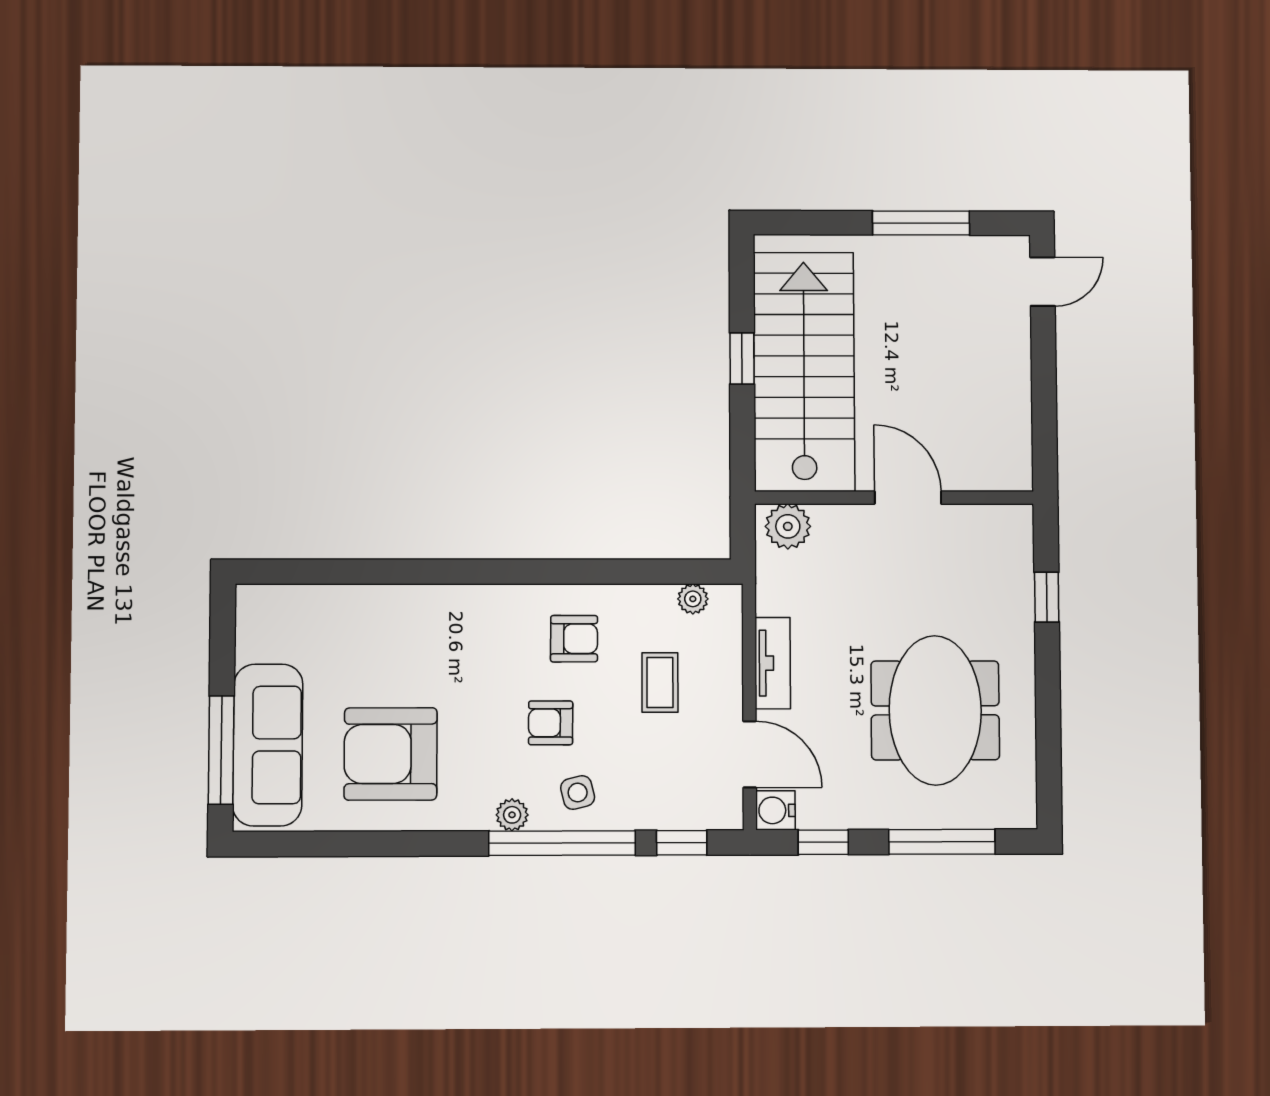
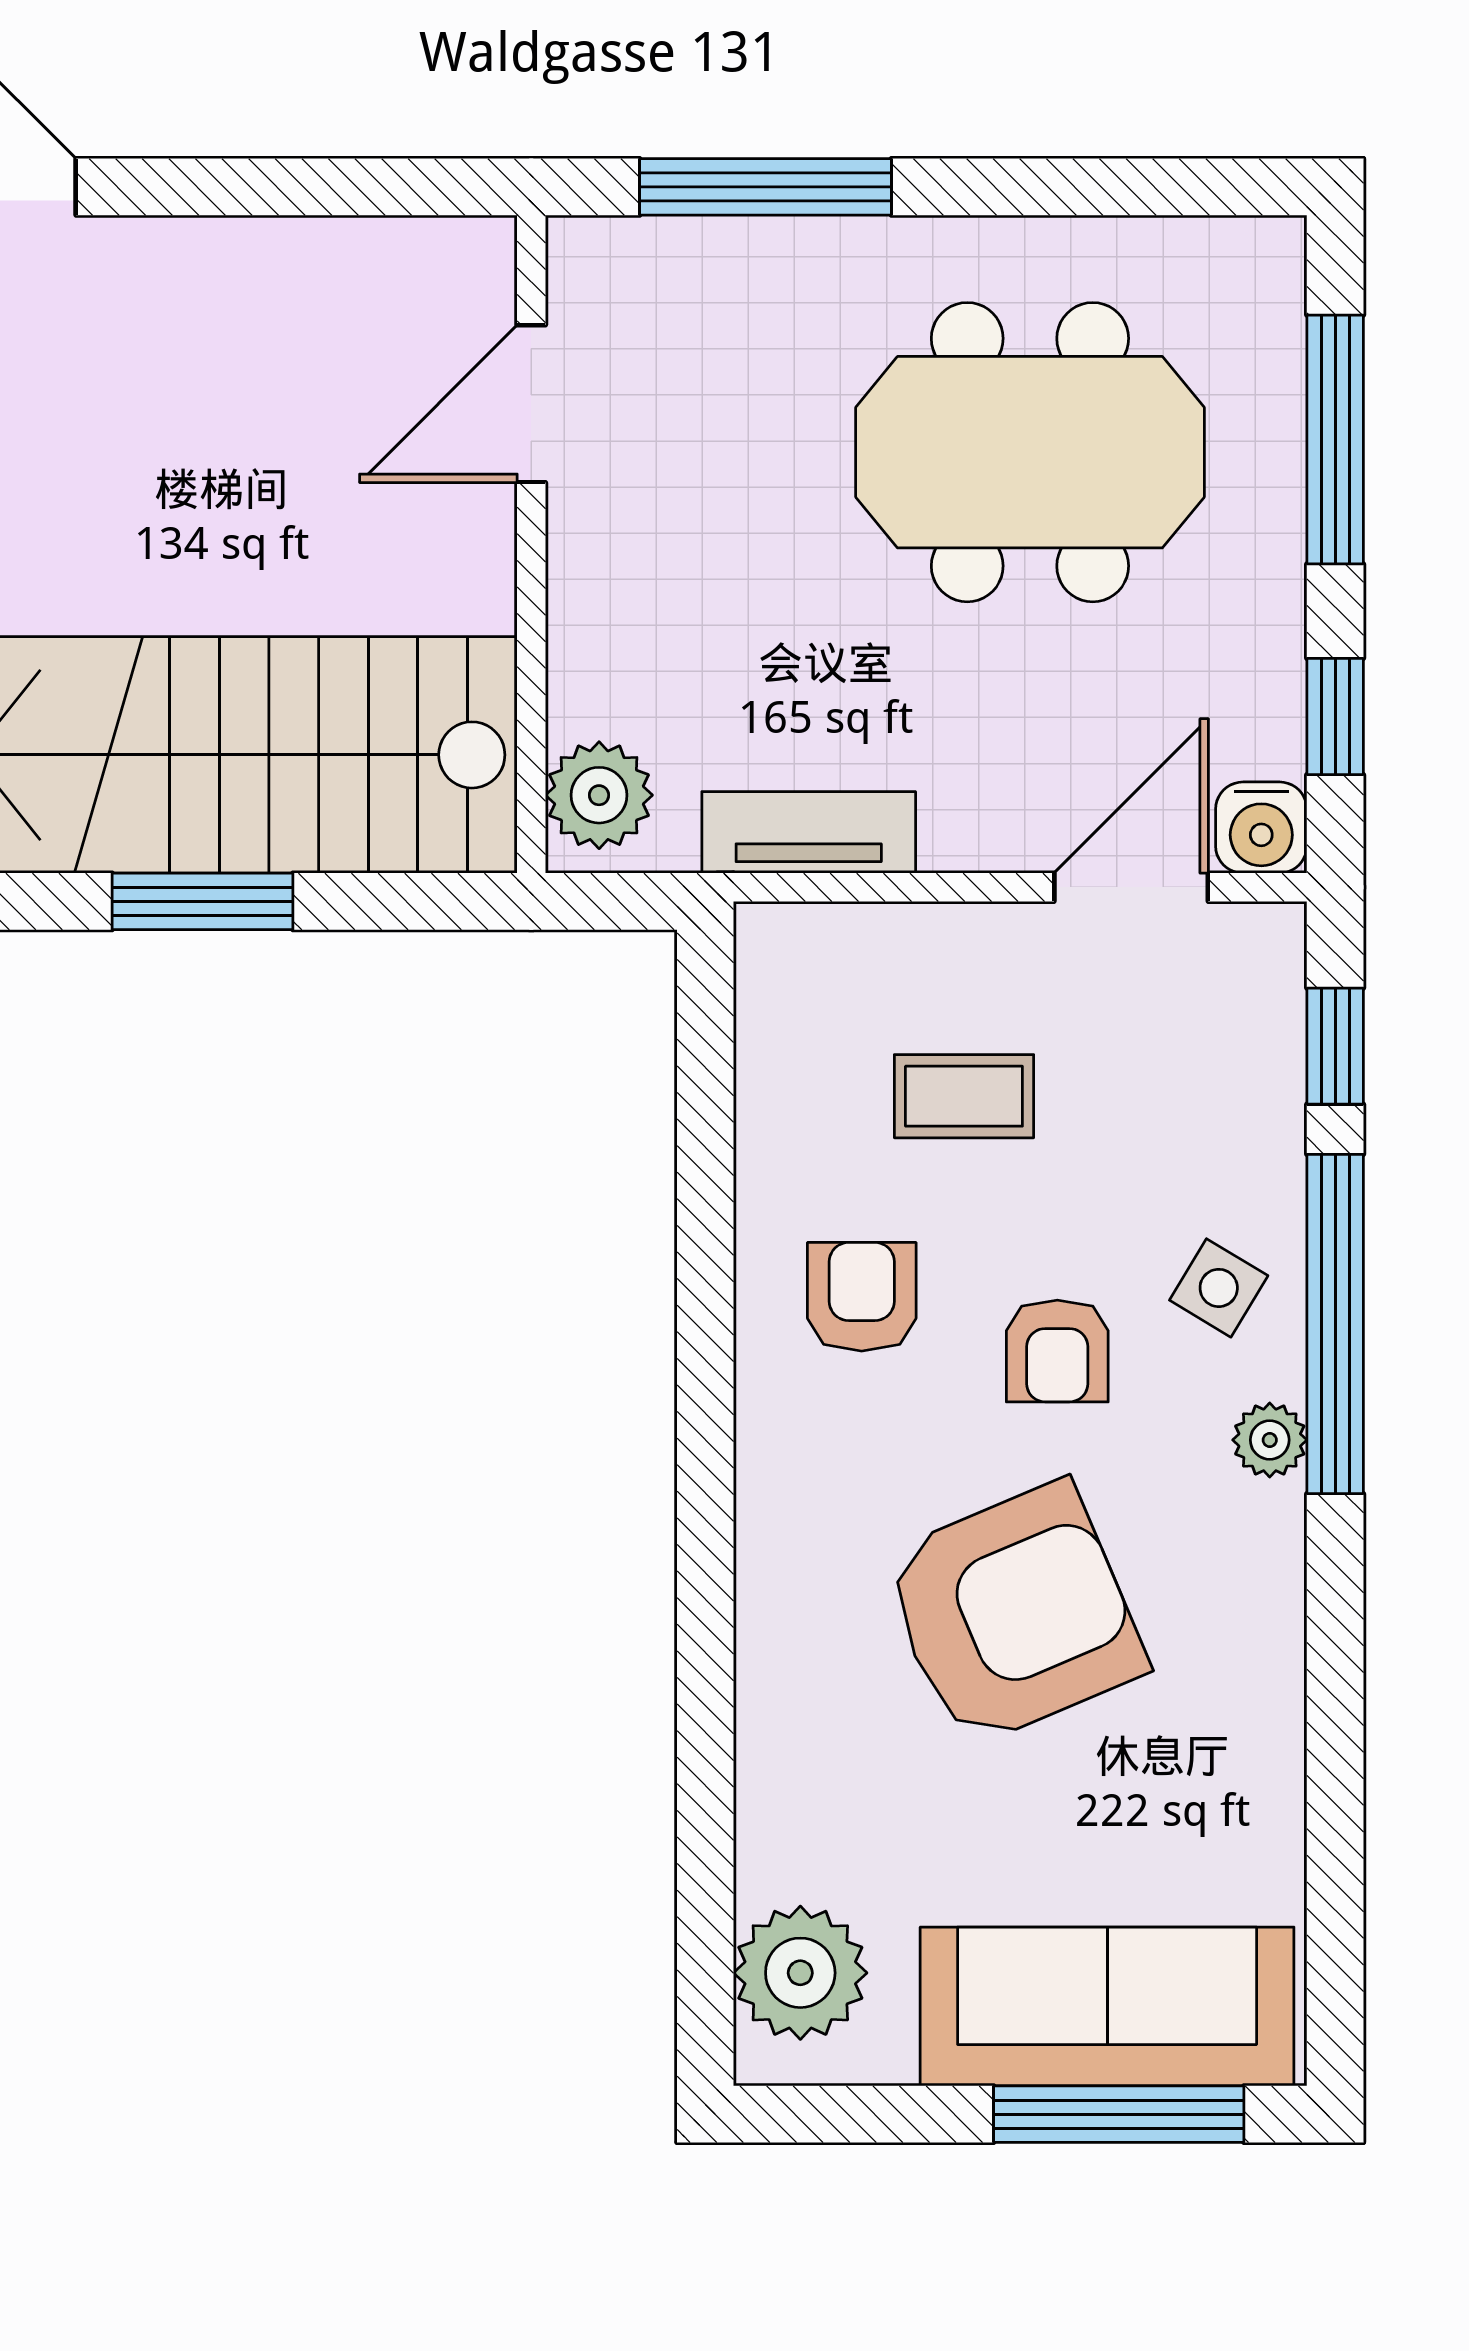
window: (742, 359) -> (203, 901), width x1.50
door: (908, 498) -> (531, 404), moved
window: (1047, 597) -> (765, 187), width x2.17
plant: (693, 599) -> (800, 1973), moved, width x1.88, depth x1.88
tv unit: (773, 663) -> (809, 832), moved
armchair: (391, 754) -> (1013, 1614), moved, turned -113
side table: (578, 793) -> (1219, 1288), turned 45

